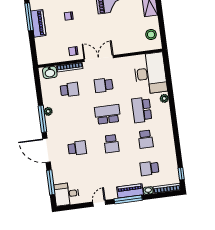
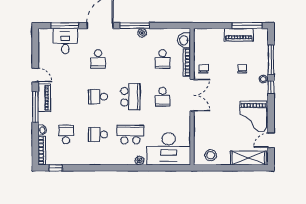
school desk: (104, 85) -> (162, 97), turned 180
piano: (130, 191) -> (44, 98), moved
desk: (67, 194) -> (65, 41), moved

